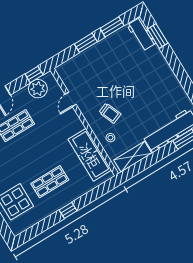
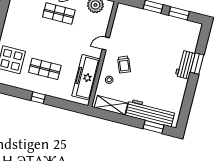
workbench: (142, 34) -> (185, 65), moved
window: (158, 36) -> (197, 64), moved
door: (71, 99) -> (106, 44), moved

